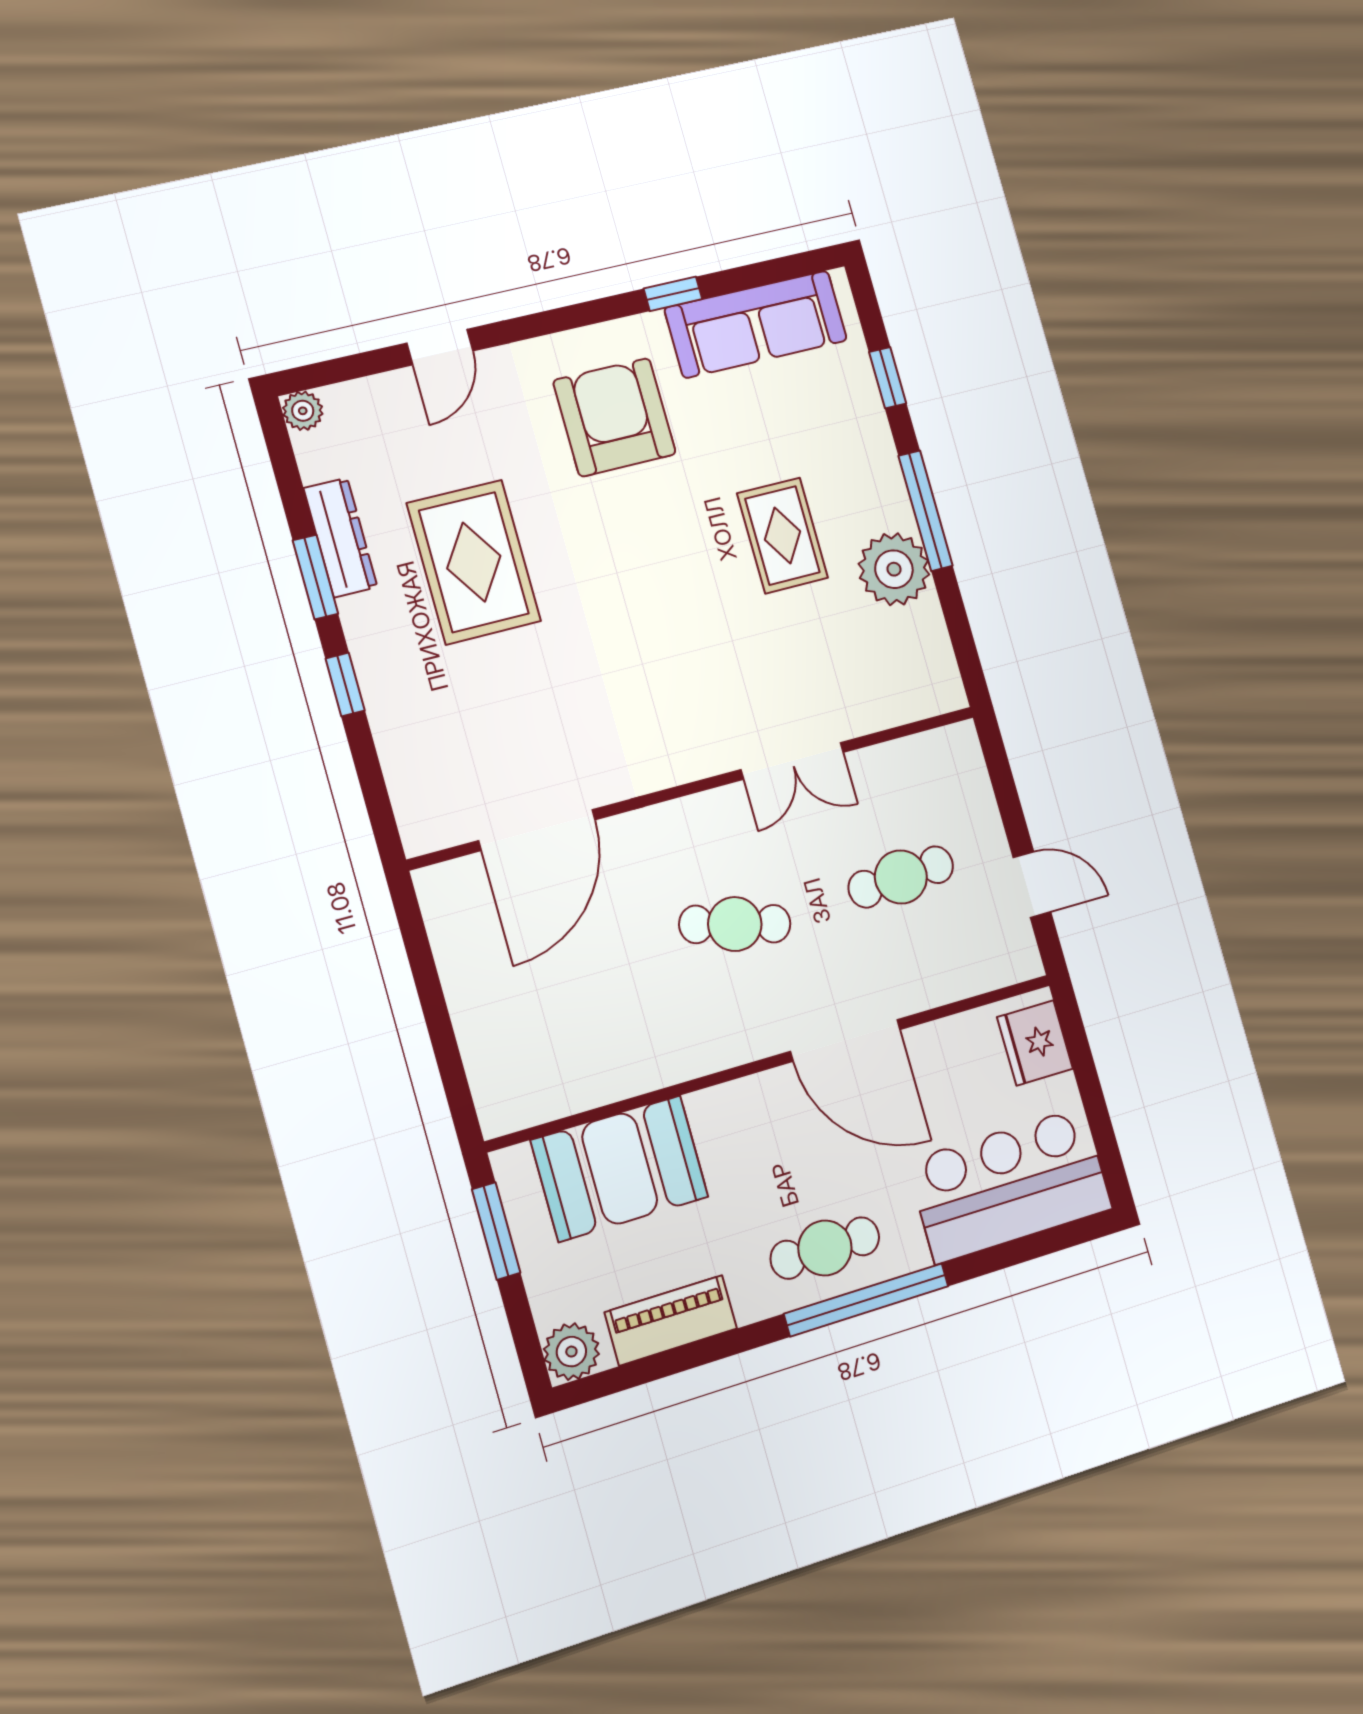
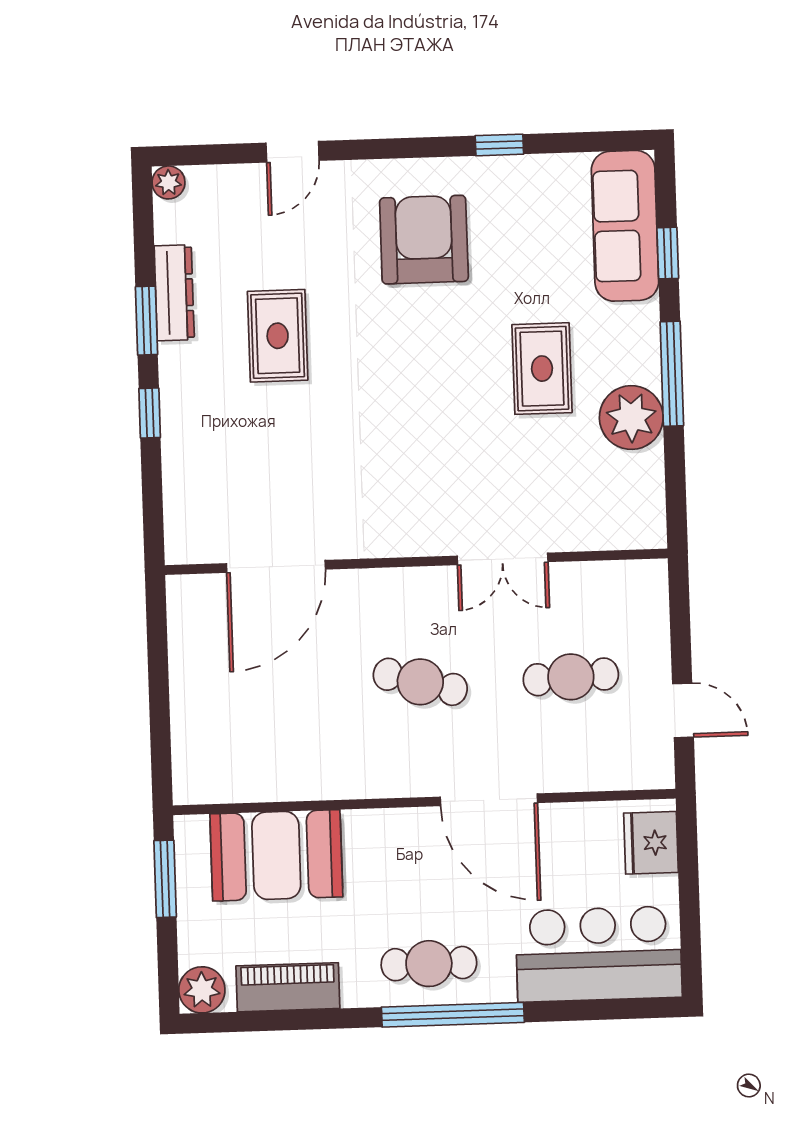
sofa: (756, 324) -> (625, 226), moved, turned 90
rug: (474, 562) -> (278, 336), width x0.73, depth x0.70

